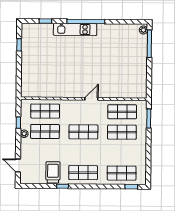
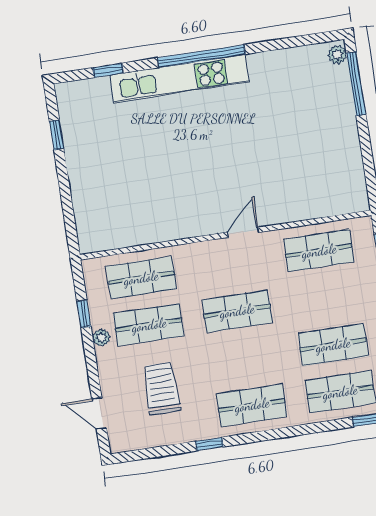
kitchen unit: (75, 29) -> (180, 79), width x1.36
shop shelf: (122, 132) -> (333, 345), moved
trolley: (53, 172) -> (162, 388), moved

